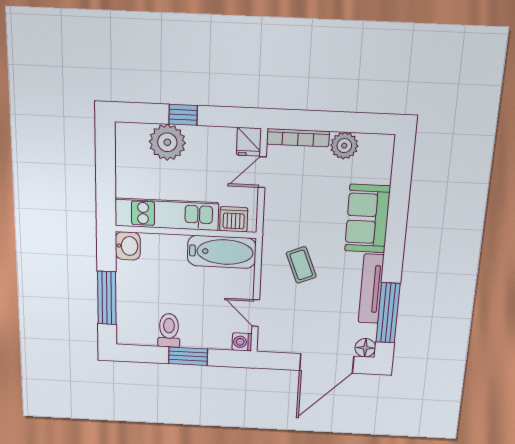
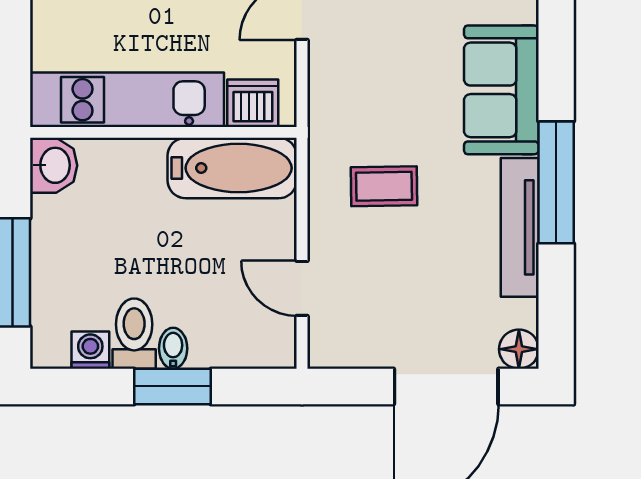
coffee table: (301, 265) -> (384, 186), turned -69
window: (388, 313) -> (556, 182), moved
bidet: (189, 338) -> (173, 348), added
washing machine: (242, 342) -> (90, 350), moved, turned 90

